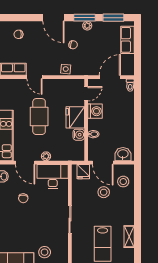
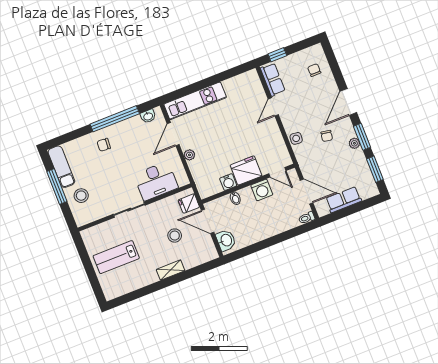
row of seats: (127, 40) -> (344, 200), moved
cafe table: (39, 117) -> (231, 129), removed
door: (103, 163) -> (208, 221), hinge flipped
desk: (53, 176) -> (156, 181), moved, turned 90
stool: (123, 182) -> (195, 253), removed
chair: (23, 198) -> (104, 145), moved
shelving: (129, 237) -> (171, 270), moved

